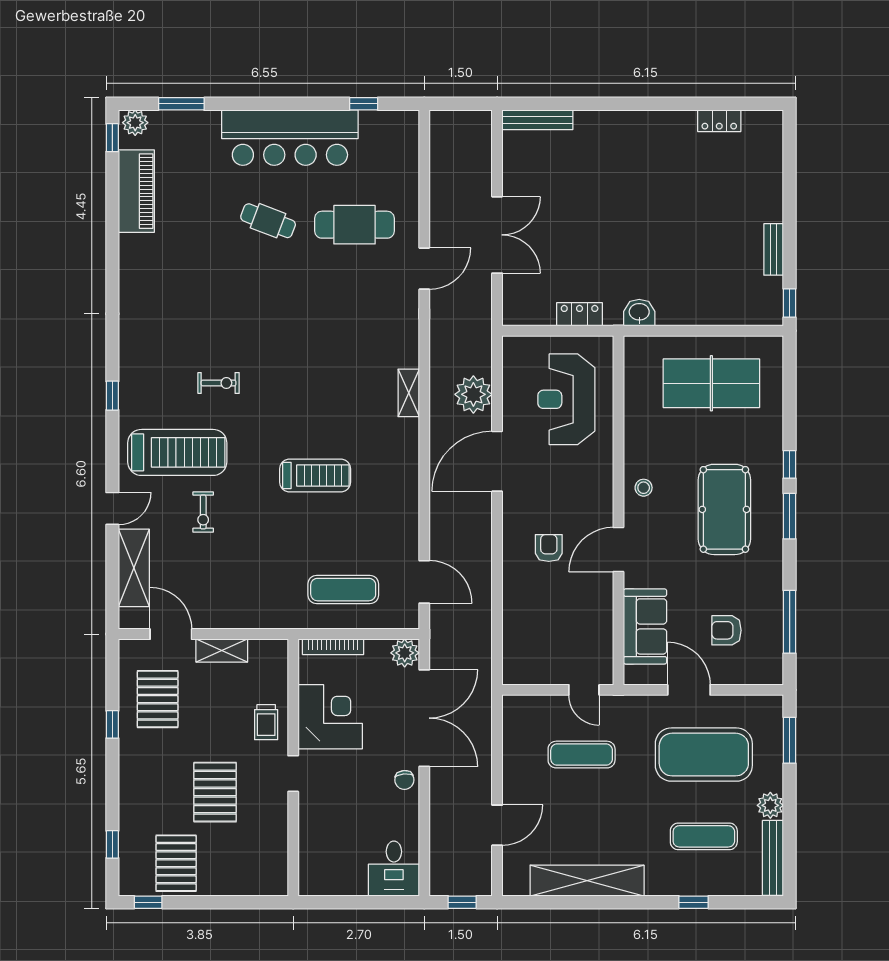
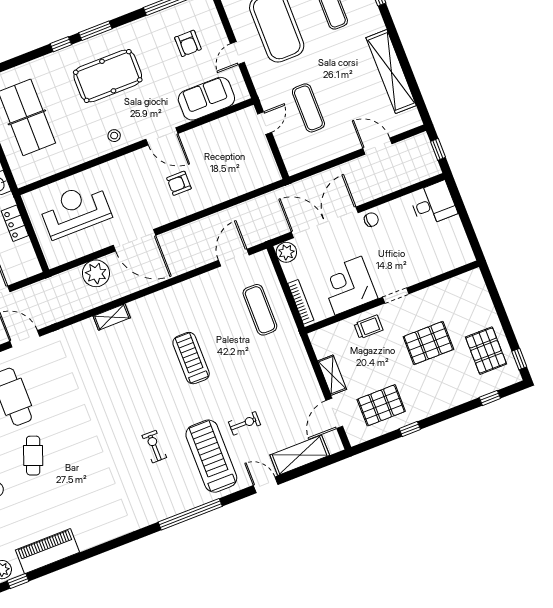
window: (112, 396) -> (190, 514), width x3.17
reception desk: (566, 399) -> (75, 210), turned 180
door: (689, 690) -> (237, 53), width x0.73
pallet: (176, 863) -> (486, 351), turned 90

